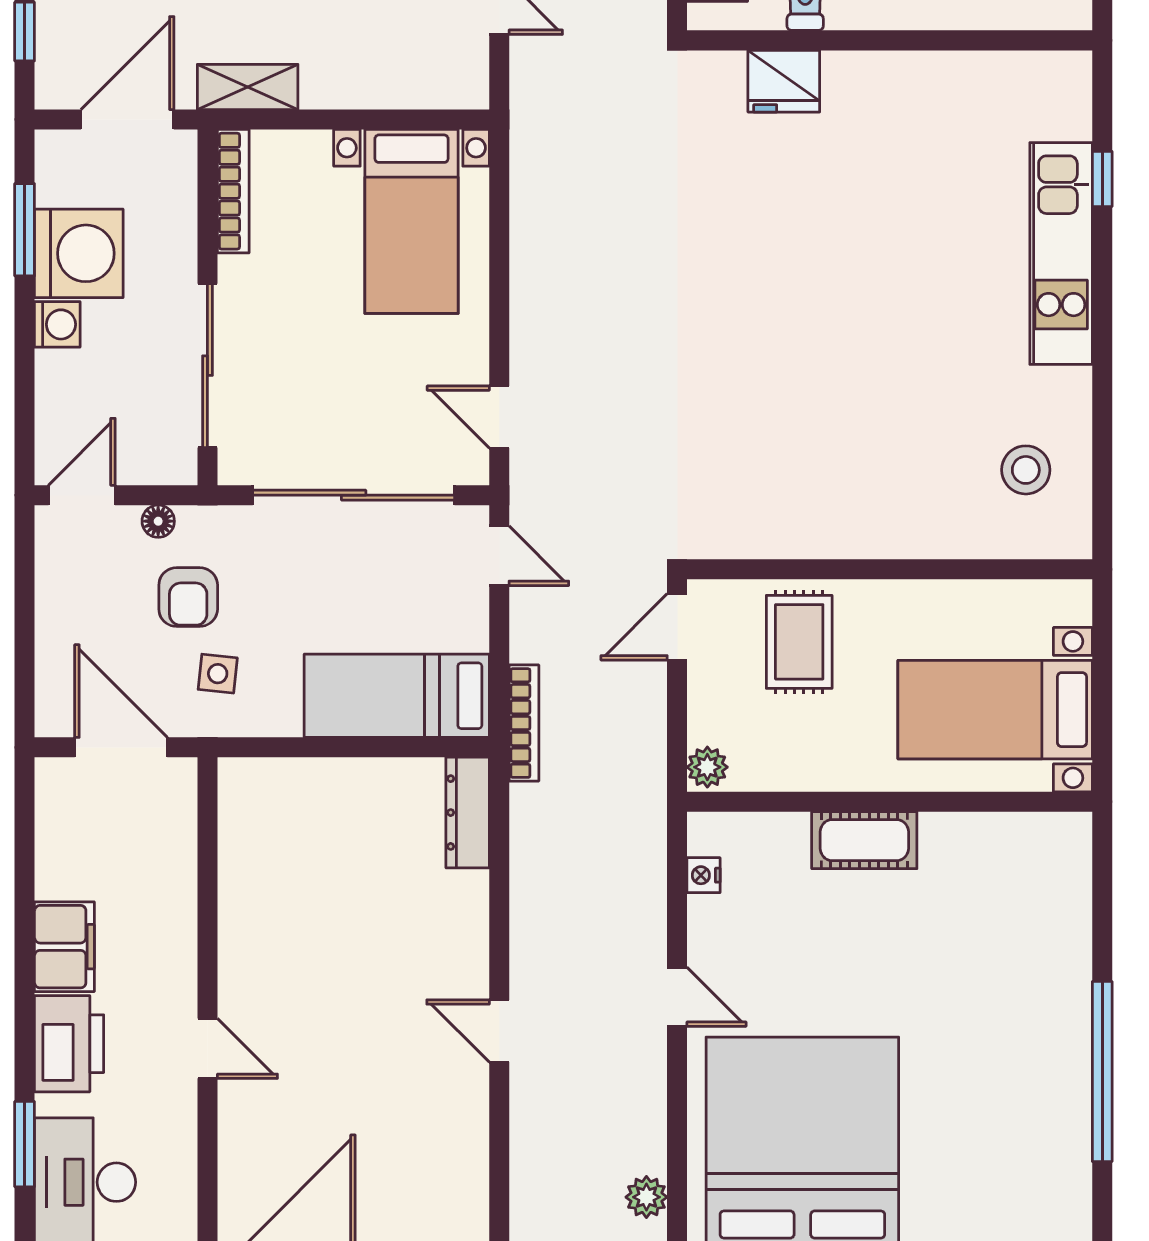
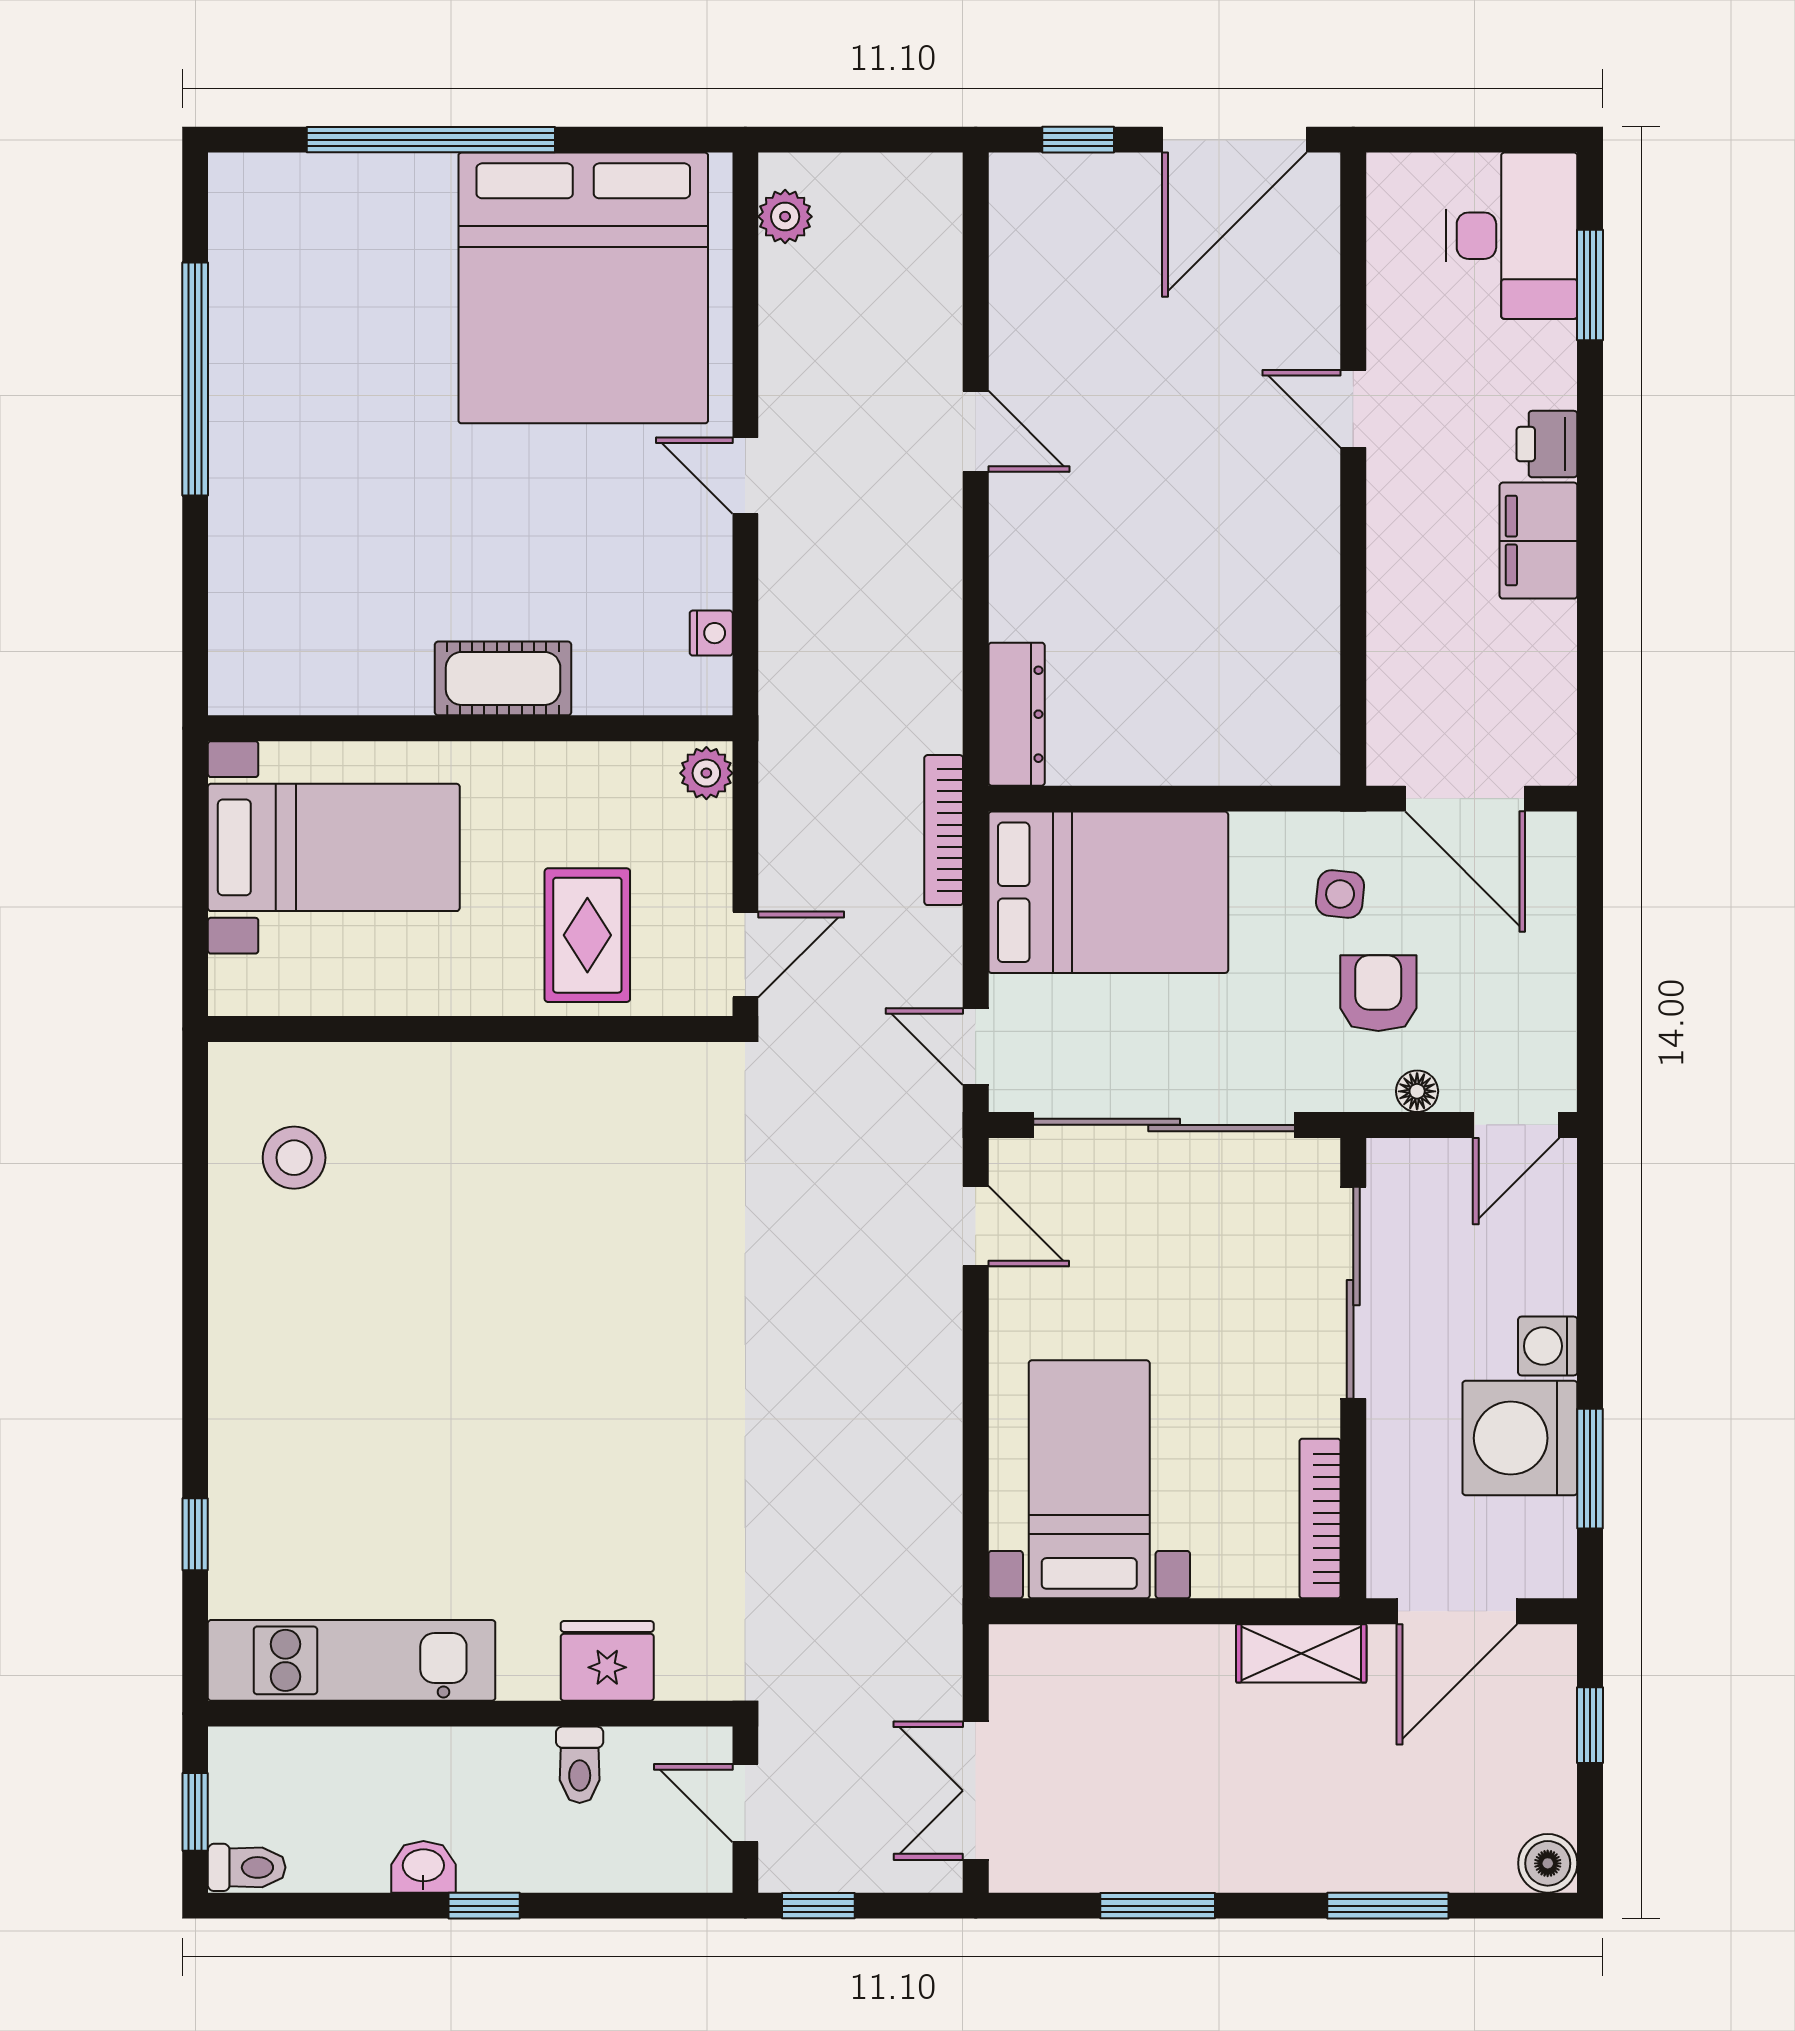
kitchen unit: (1061, 253) -> (352, 1660), moved, turned -90
bed: (397, 696) -> (1108, 892), width x1.50
printer: (69, 1044) -> (1547, 444), width x0.53, depth x0.68

